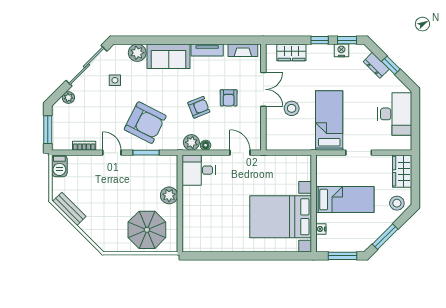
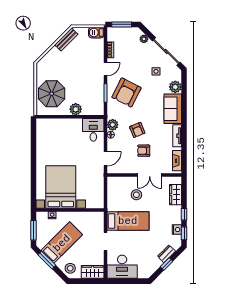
desk: (395, 114) -> (122, 267), moved
bed: (345, 200) -> (62, 243), moved, turned -135

